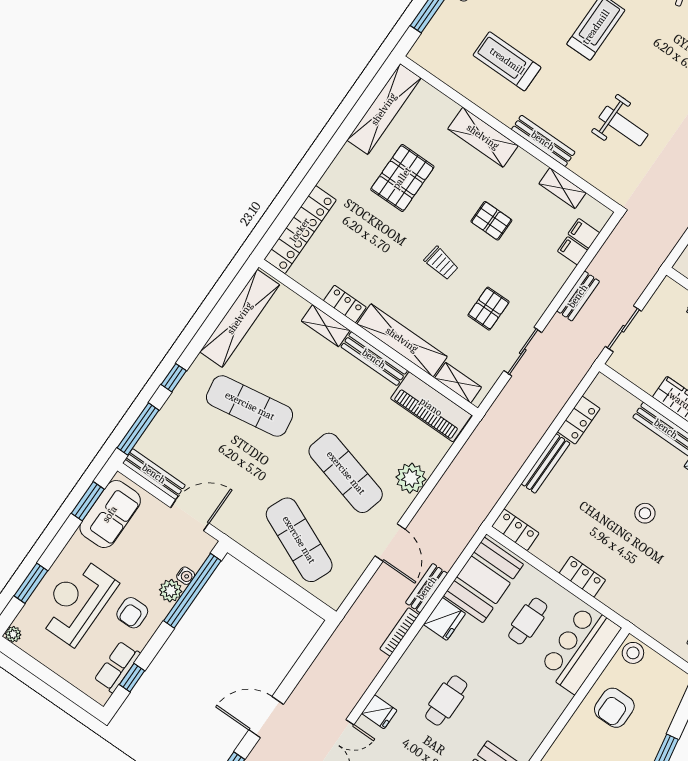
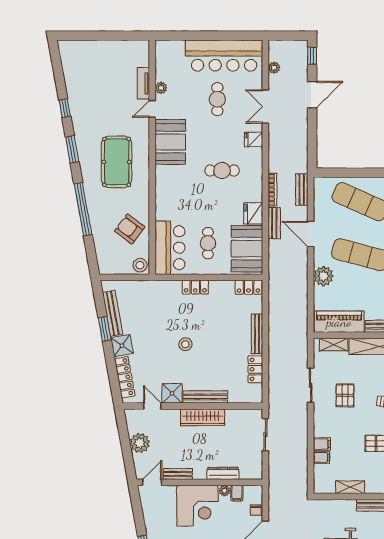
filing cabinet: (584, 233) -> (322, 444), moved
bench: (578, 296) -> (302, 190), moved
cafe table: (446, 700) -> (222, 170), turned 90
armchair: (614, 708) -> (130, 229), turned -53

